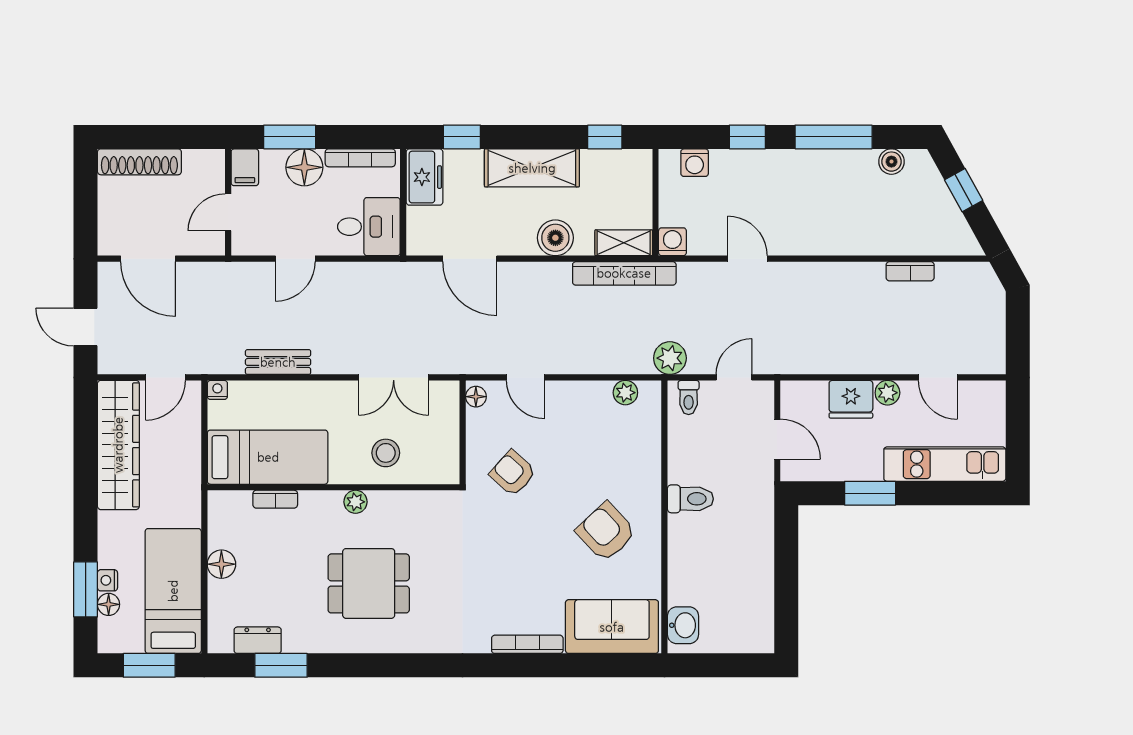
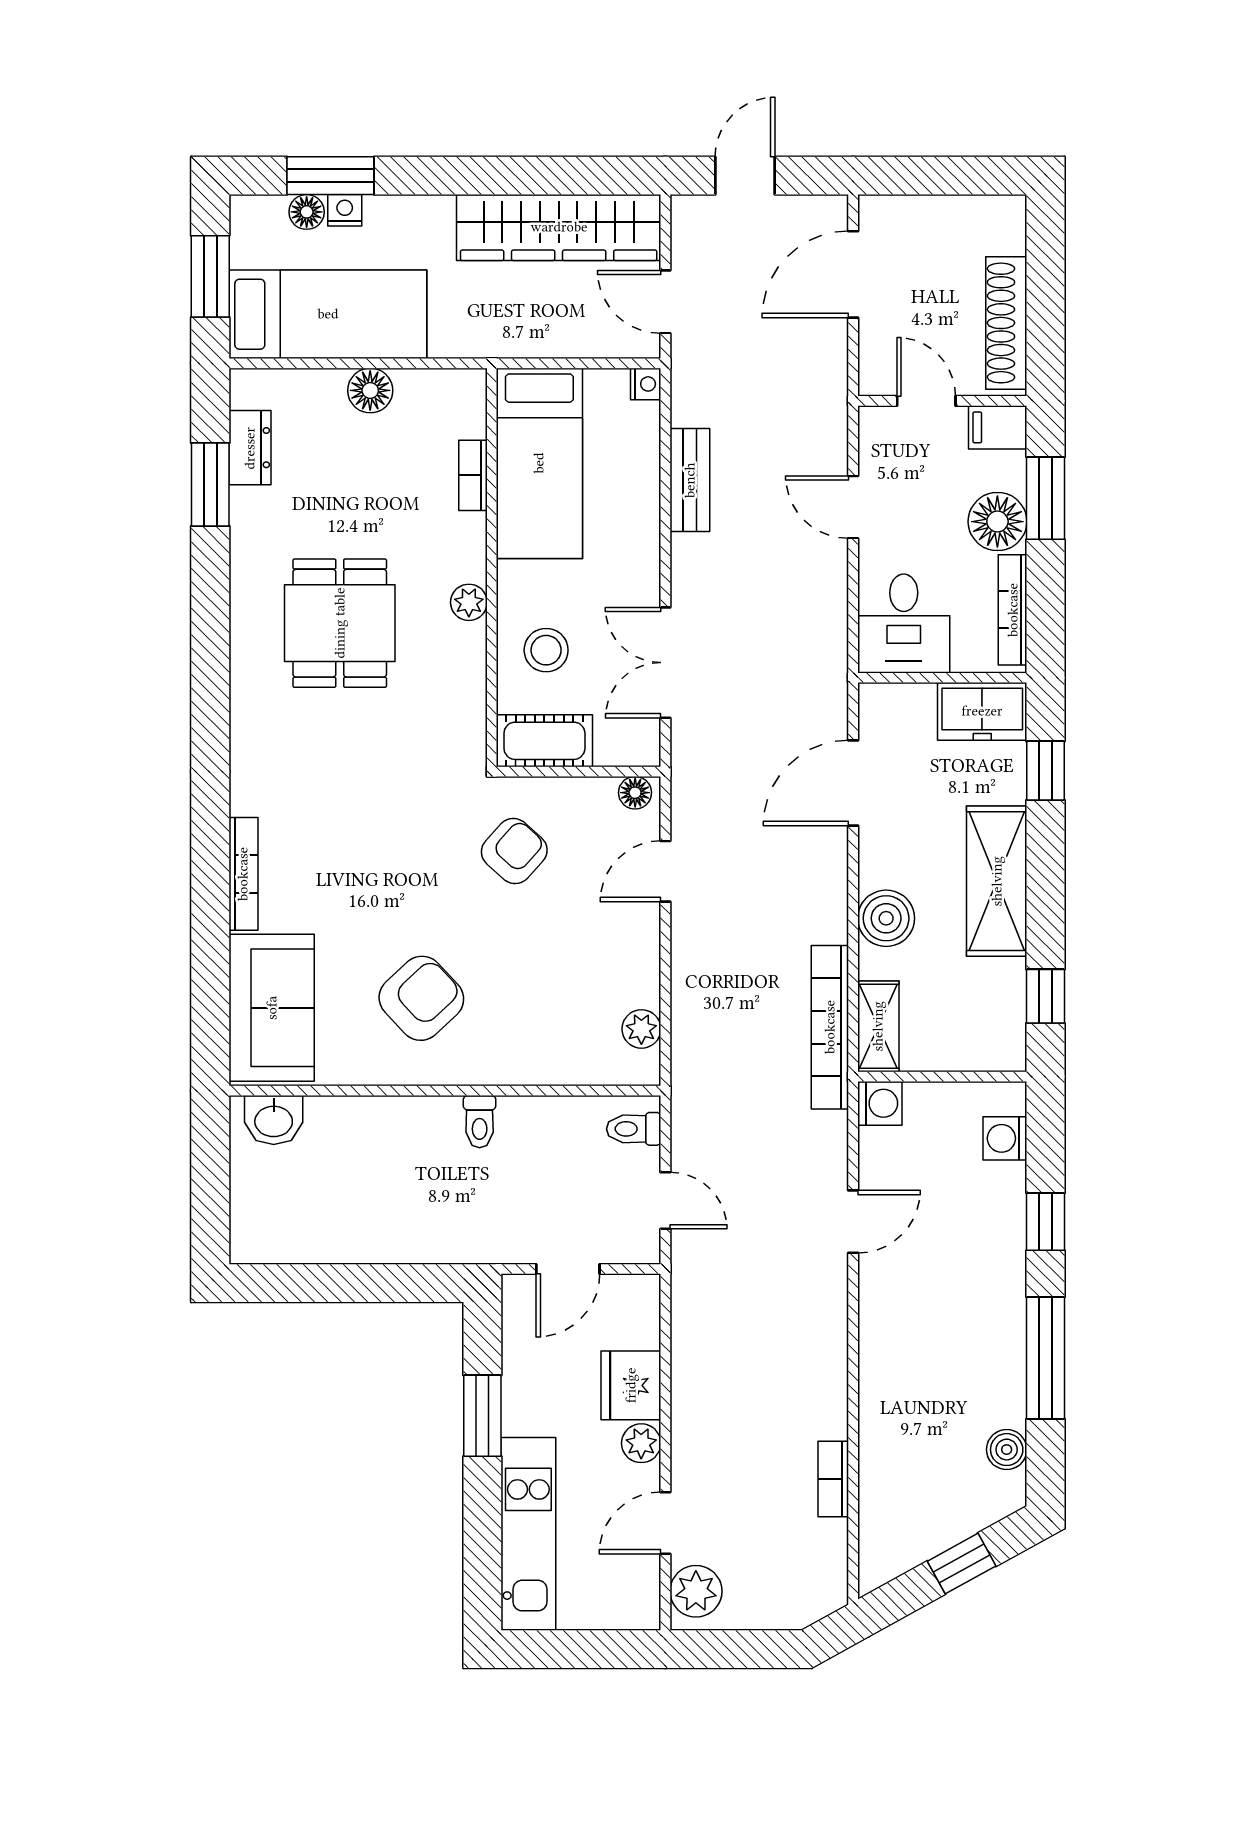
shoe rack: (139, 162) -> (1006, 323), moved
plant: (670, 358) -> (696, 1591), moved
cot: (443, 454) -> (544, 741), added
toilet: (690, 499) -> (480, 1122), width x0.73, depth x0.72

